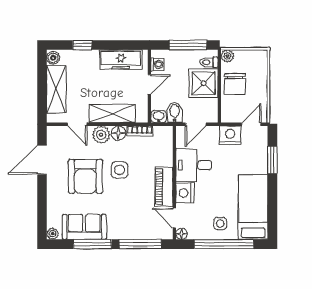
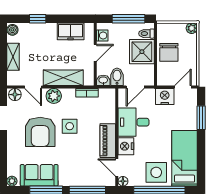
plant: (227, 56) -> (192, 28), moved
freezer: (121, 60) -> (71, 31), width x0.71
shelving: (56, 89) -> (13, 57), width x0.67, depth x0.75
floor lamp: (118, 133) -> (15, 95), moved
side table: (220, 223) -> (156, 172), width x1.87, depth x1.87

